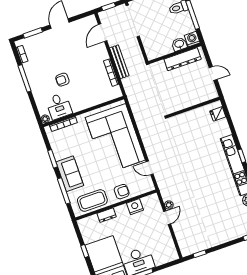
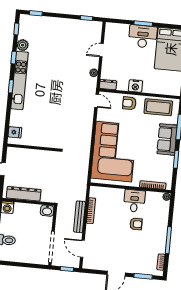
door: (103, 33) -> (82, 249), swing flipped
washbasin: (179, 44) -> (47, 211), moved
desk: (59, 106) -> (134, 201), moved
door: (150, 168) -> (97, 101), moved
nightstand: (135, 207) -> (135, 86), moved
dresser: (107, 215) -> (108, 85), moved
door: (167, 218) -> (102, 50), moved

